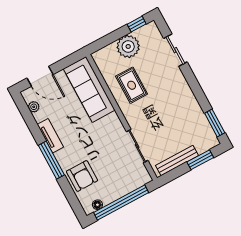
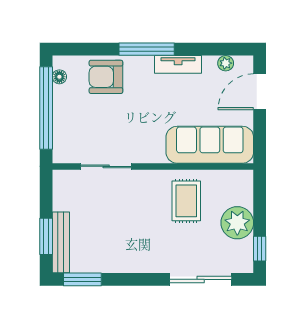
sliding door: (175, 50) -> (201, 279), width x1.37
rug: (132, 85) -> (186, 201), turned 90
bench: (177, 161) -> (61, 242), moved

